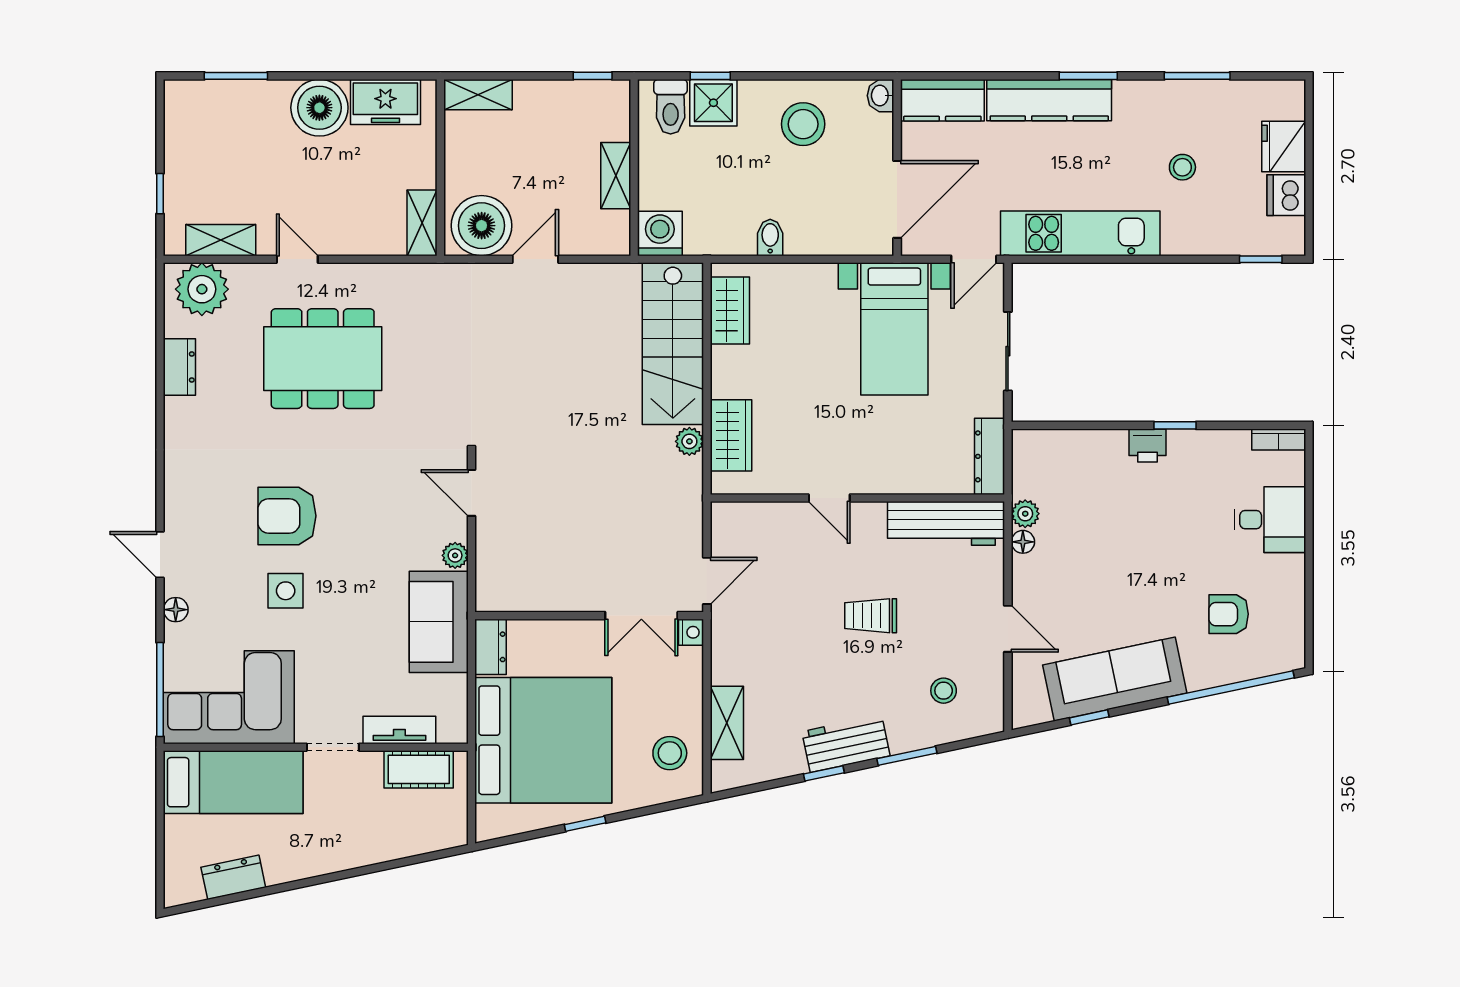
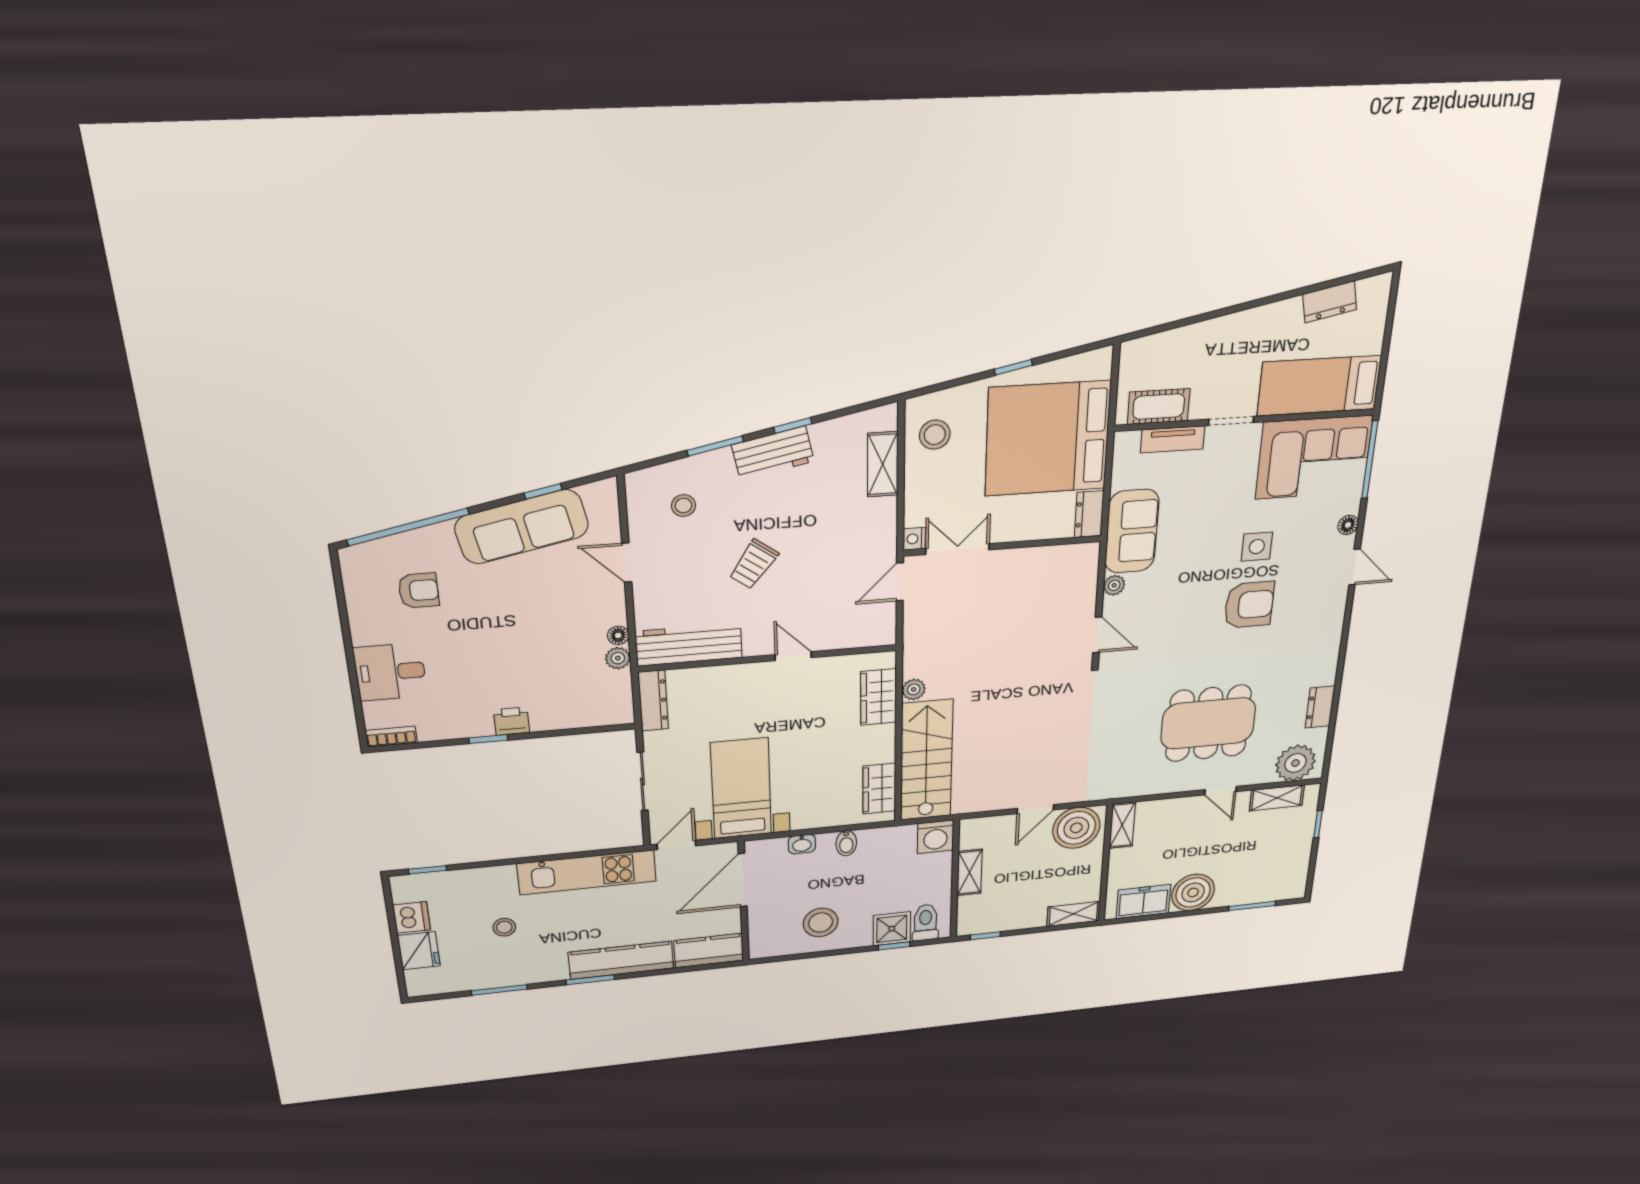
washbasin: (881, 96) -> (802, 844), moved, turned 90
trolley: (871, 616) -> (754, 564), turned 126

